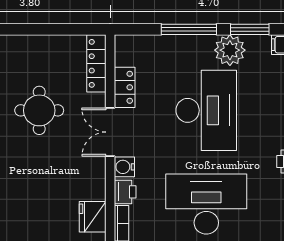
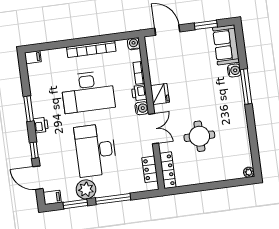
locker: (125, 87) -> (150, 169), moved
fridge: (93, 217) -> (160, 94), moved

